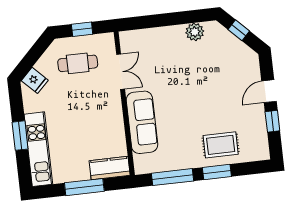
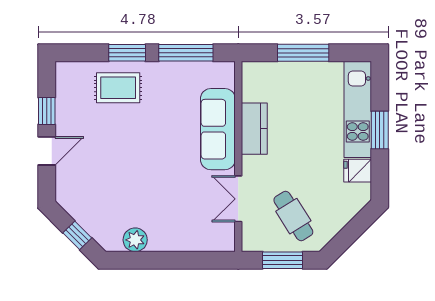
window: (82, 29) -> (283, 260), width x1.50
cafe table: (78, 63) -> (293, 216), turned 58
fridge: (35, 80) -> (358, 171), moved, turned -45
kitchen counter: (110, 168) -> (254, 129), moved, turned -90

